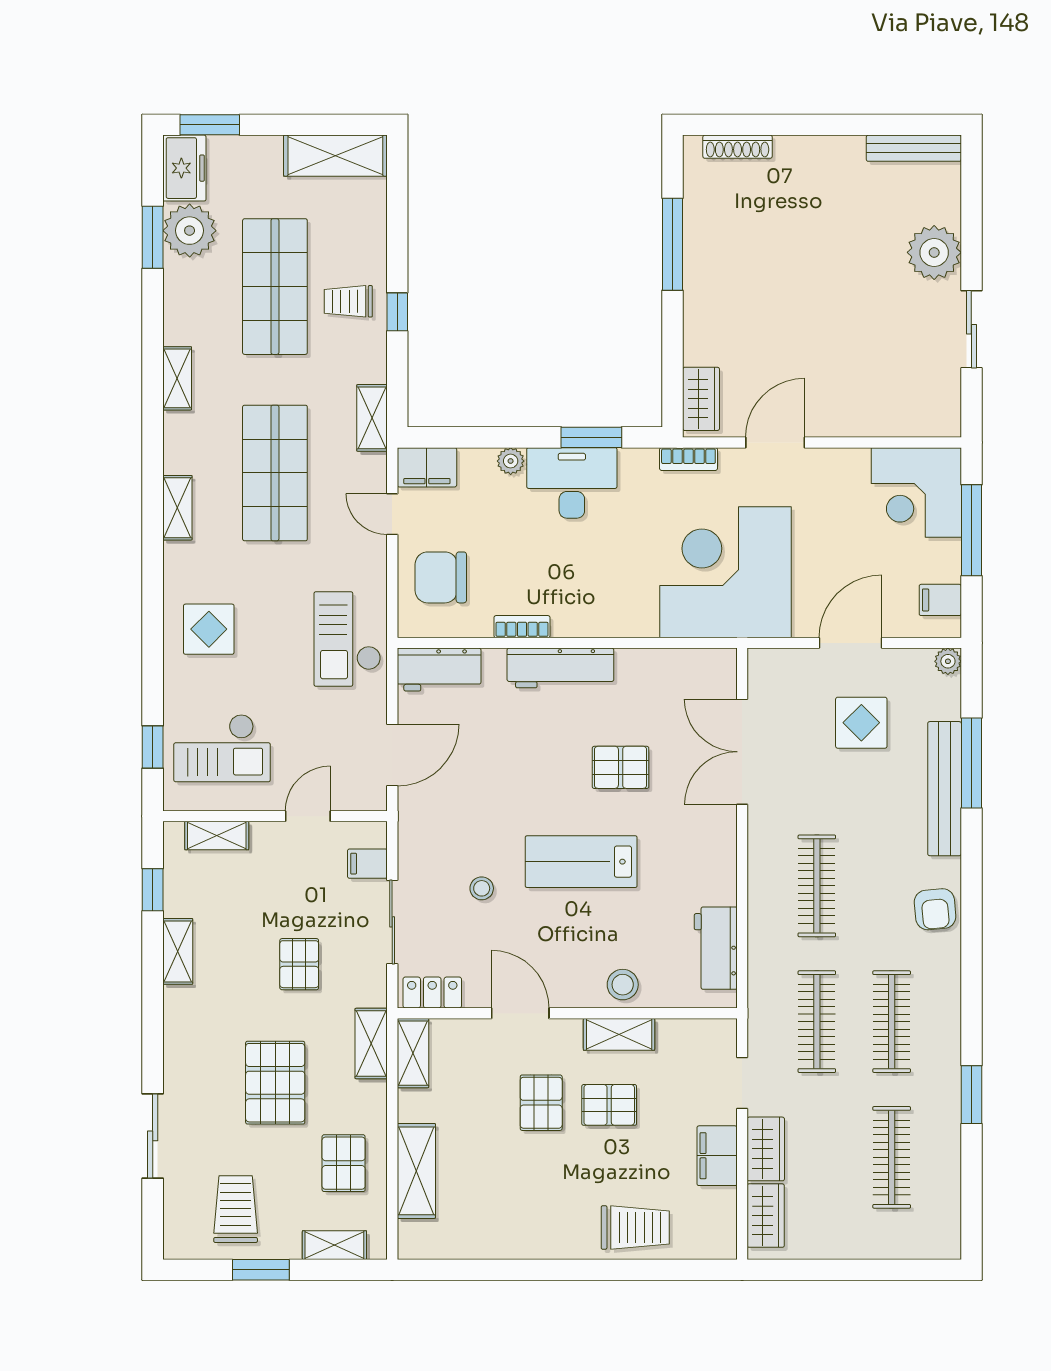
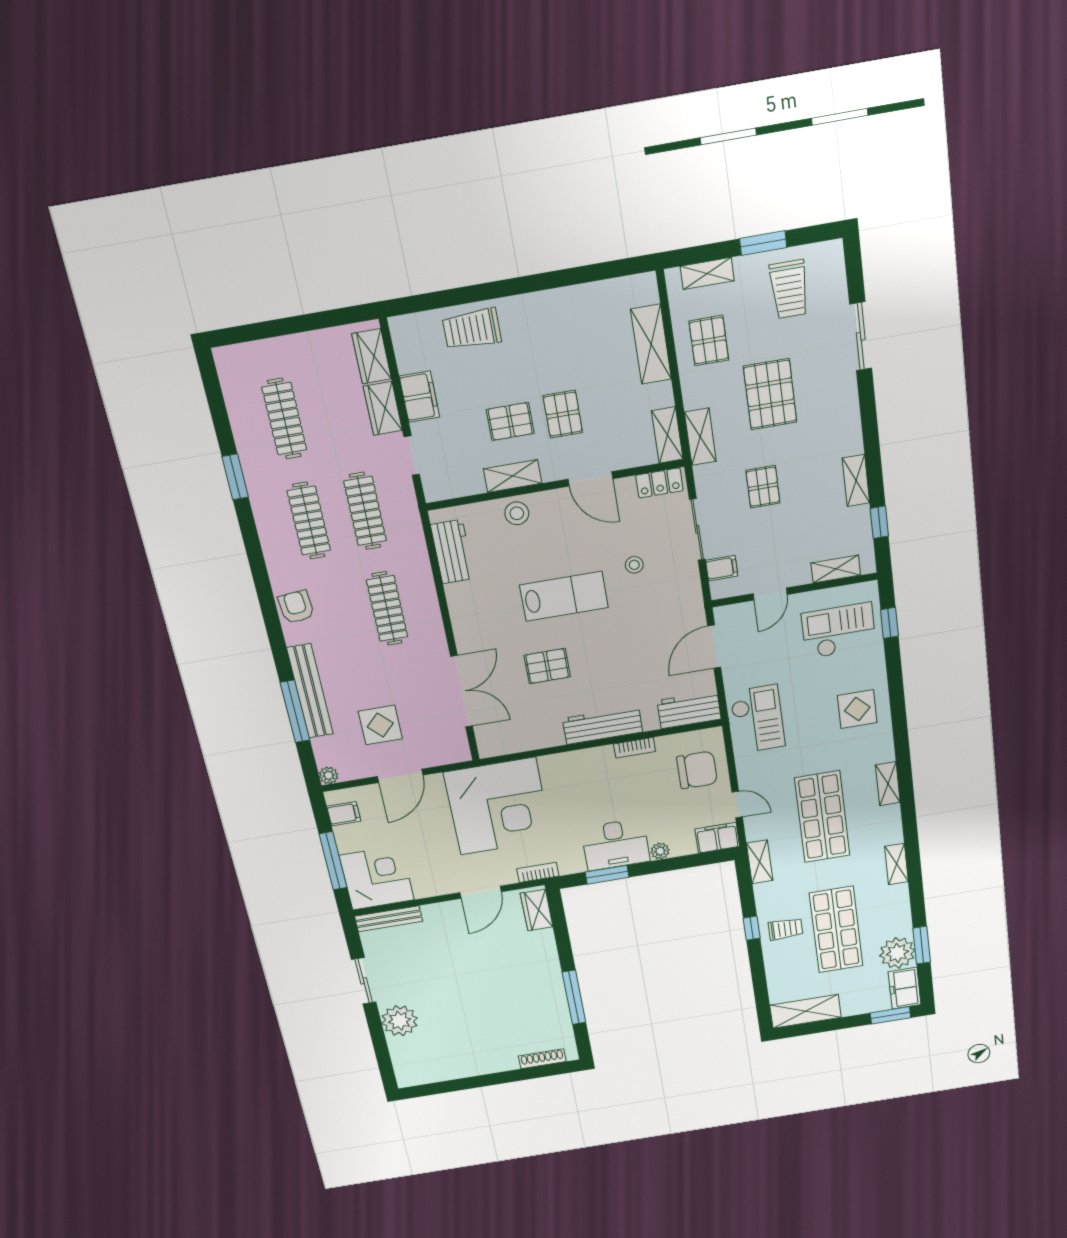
bench: (914, 148) -> (389, 919), moved

